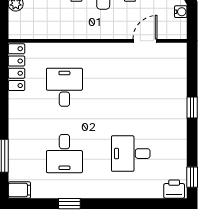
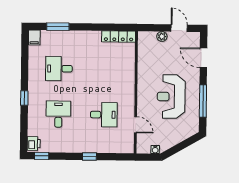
desk: (64, 87) -> (104, 115), moved
window: (69, 204) -> (24, 98), moved

